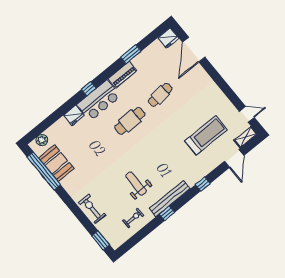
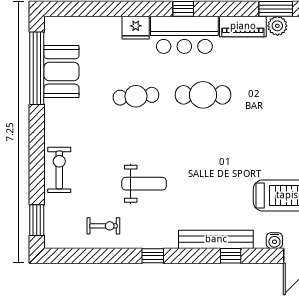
cafe table: (160, 95) -> (136, 96), moved
plant: (42, 140) -> (277, 26), moved
water cooler: (217, 161) -> (274, 241), added
weight bench: (136, 184) -> (144, 184), turned 90
bench: (170, 198) -> (216, 239), moved

